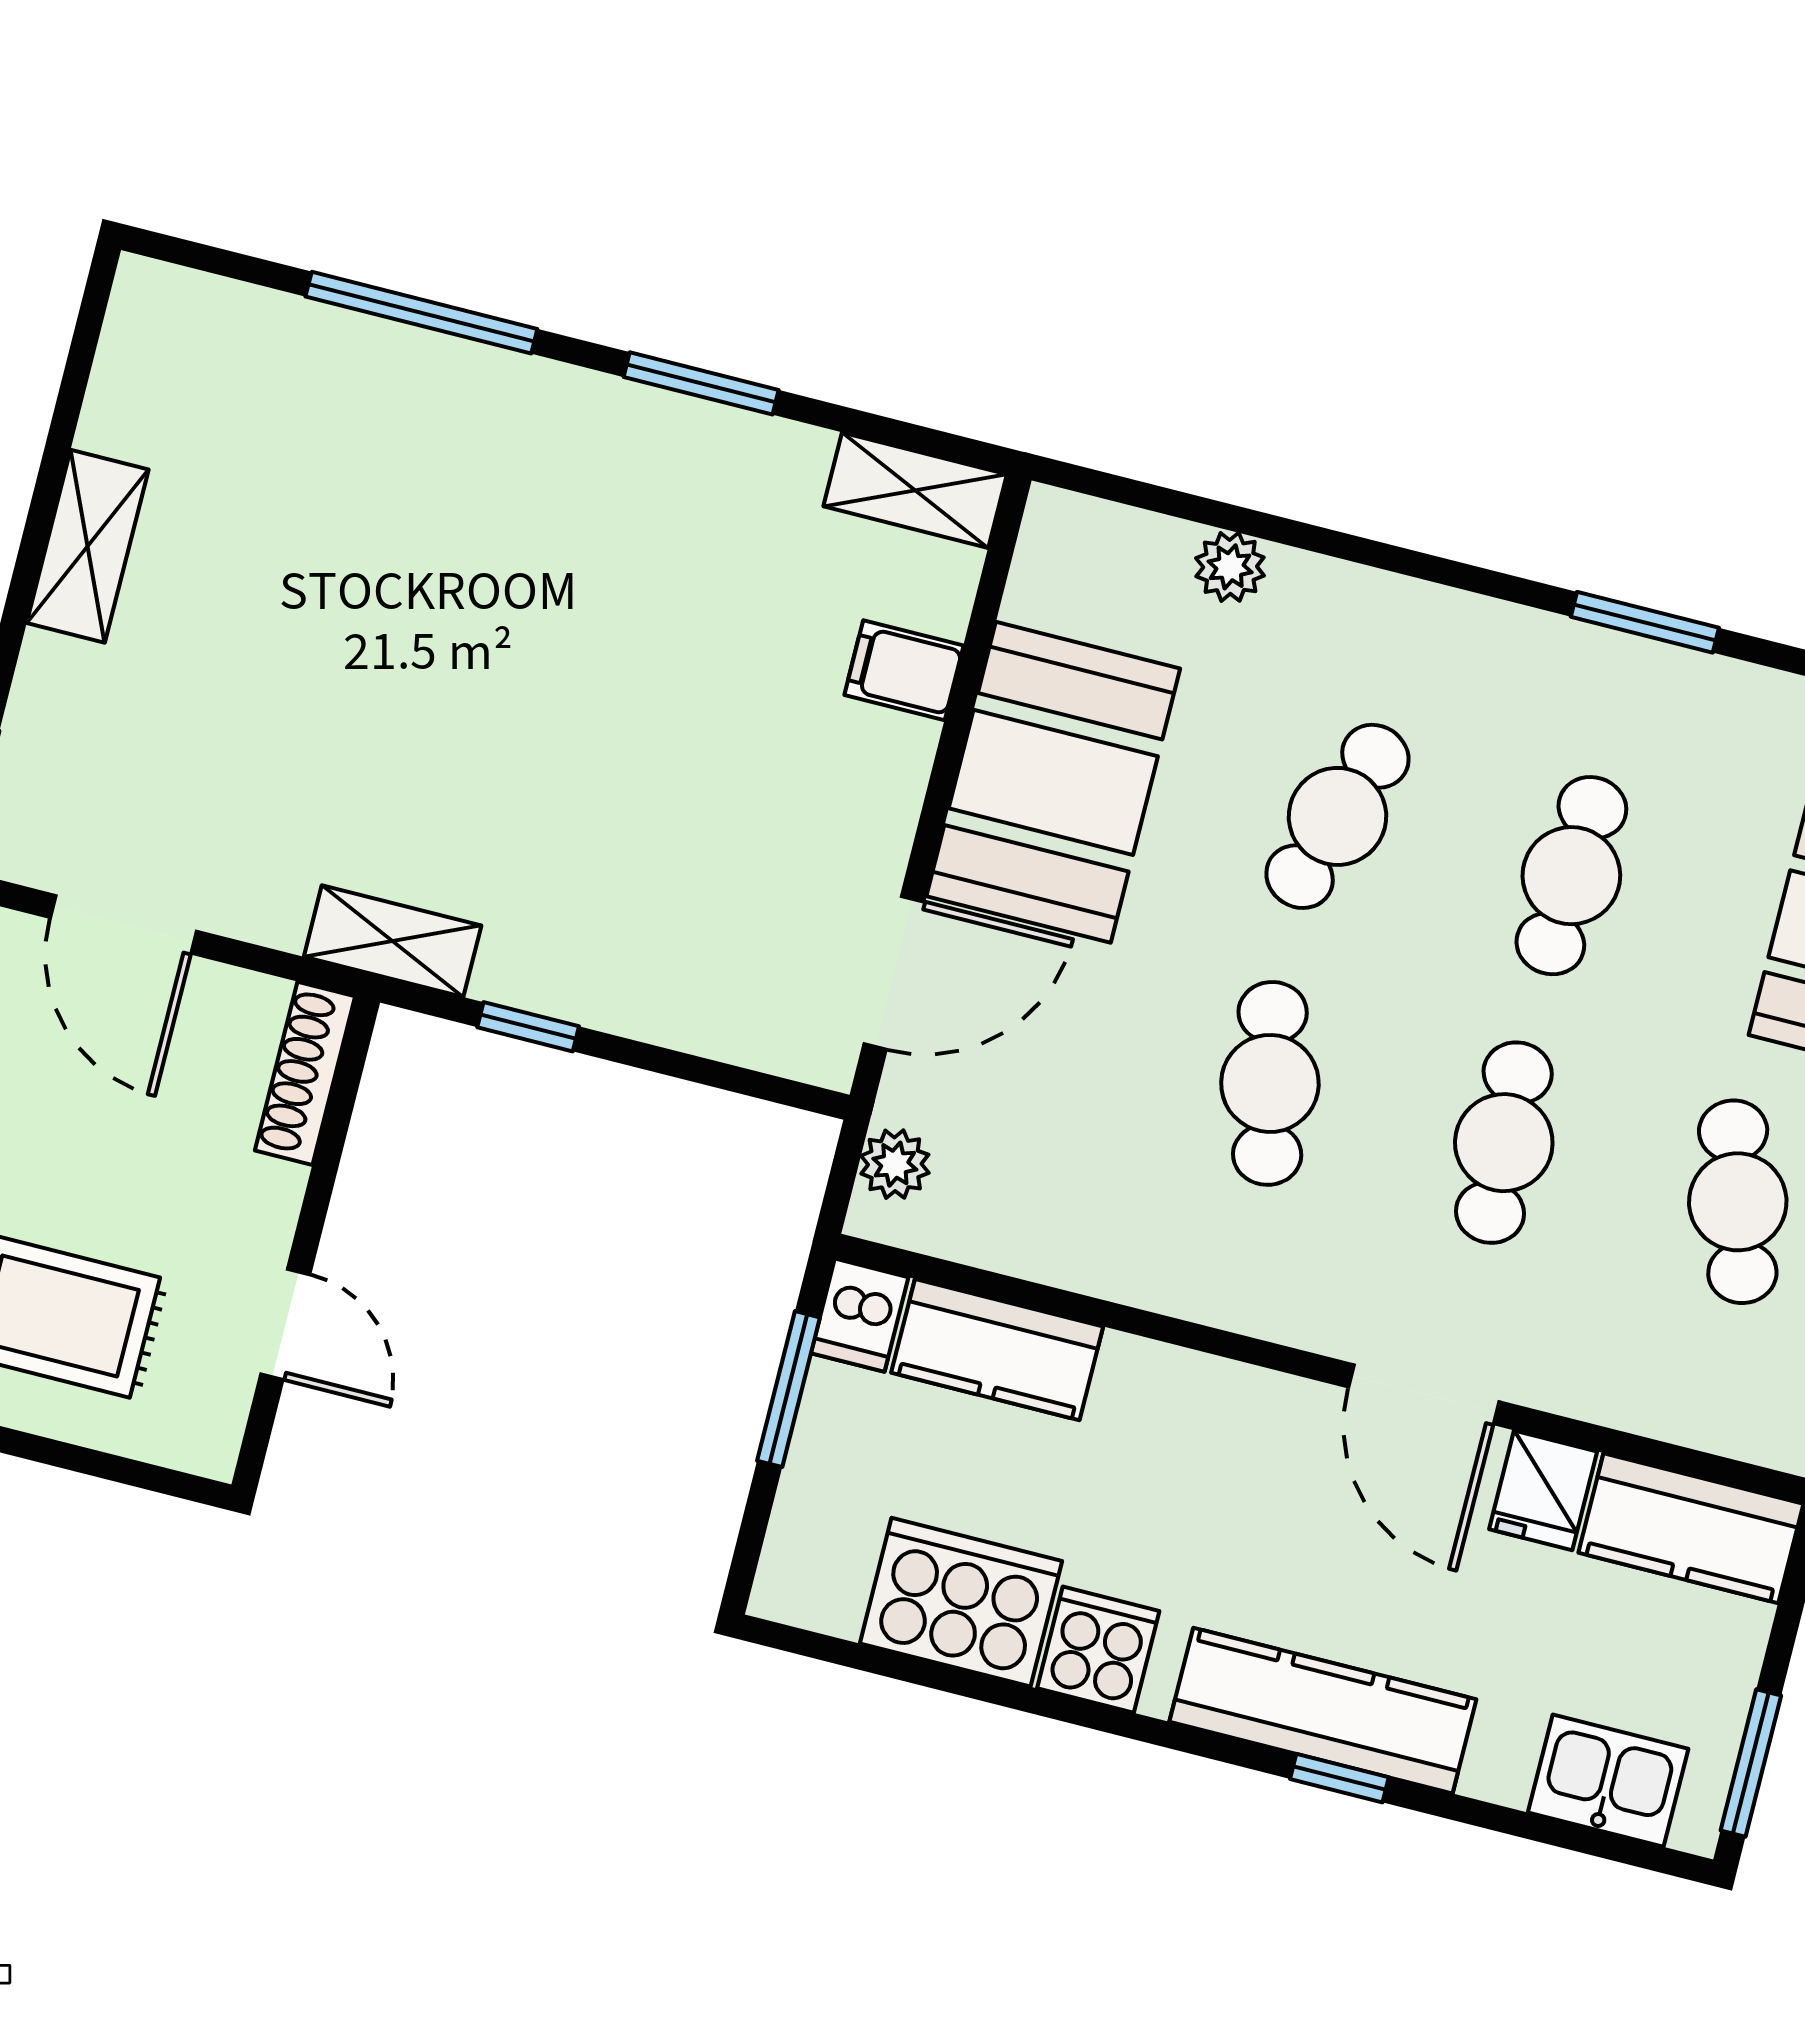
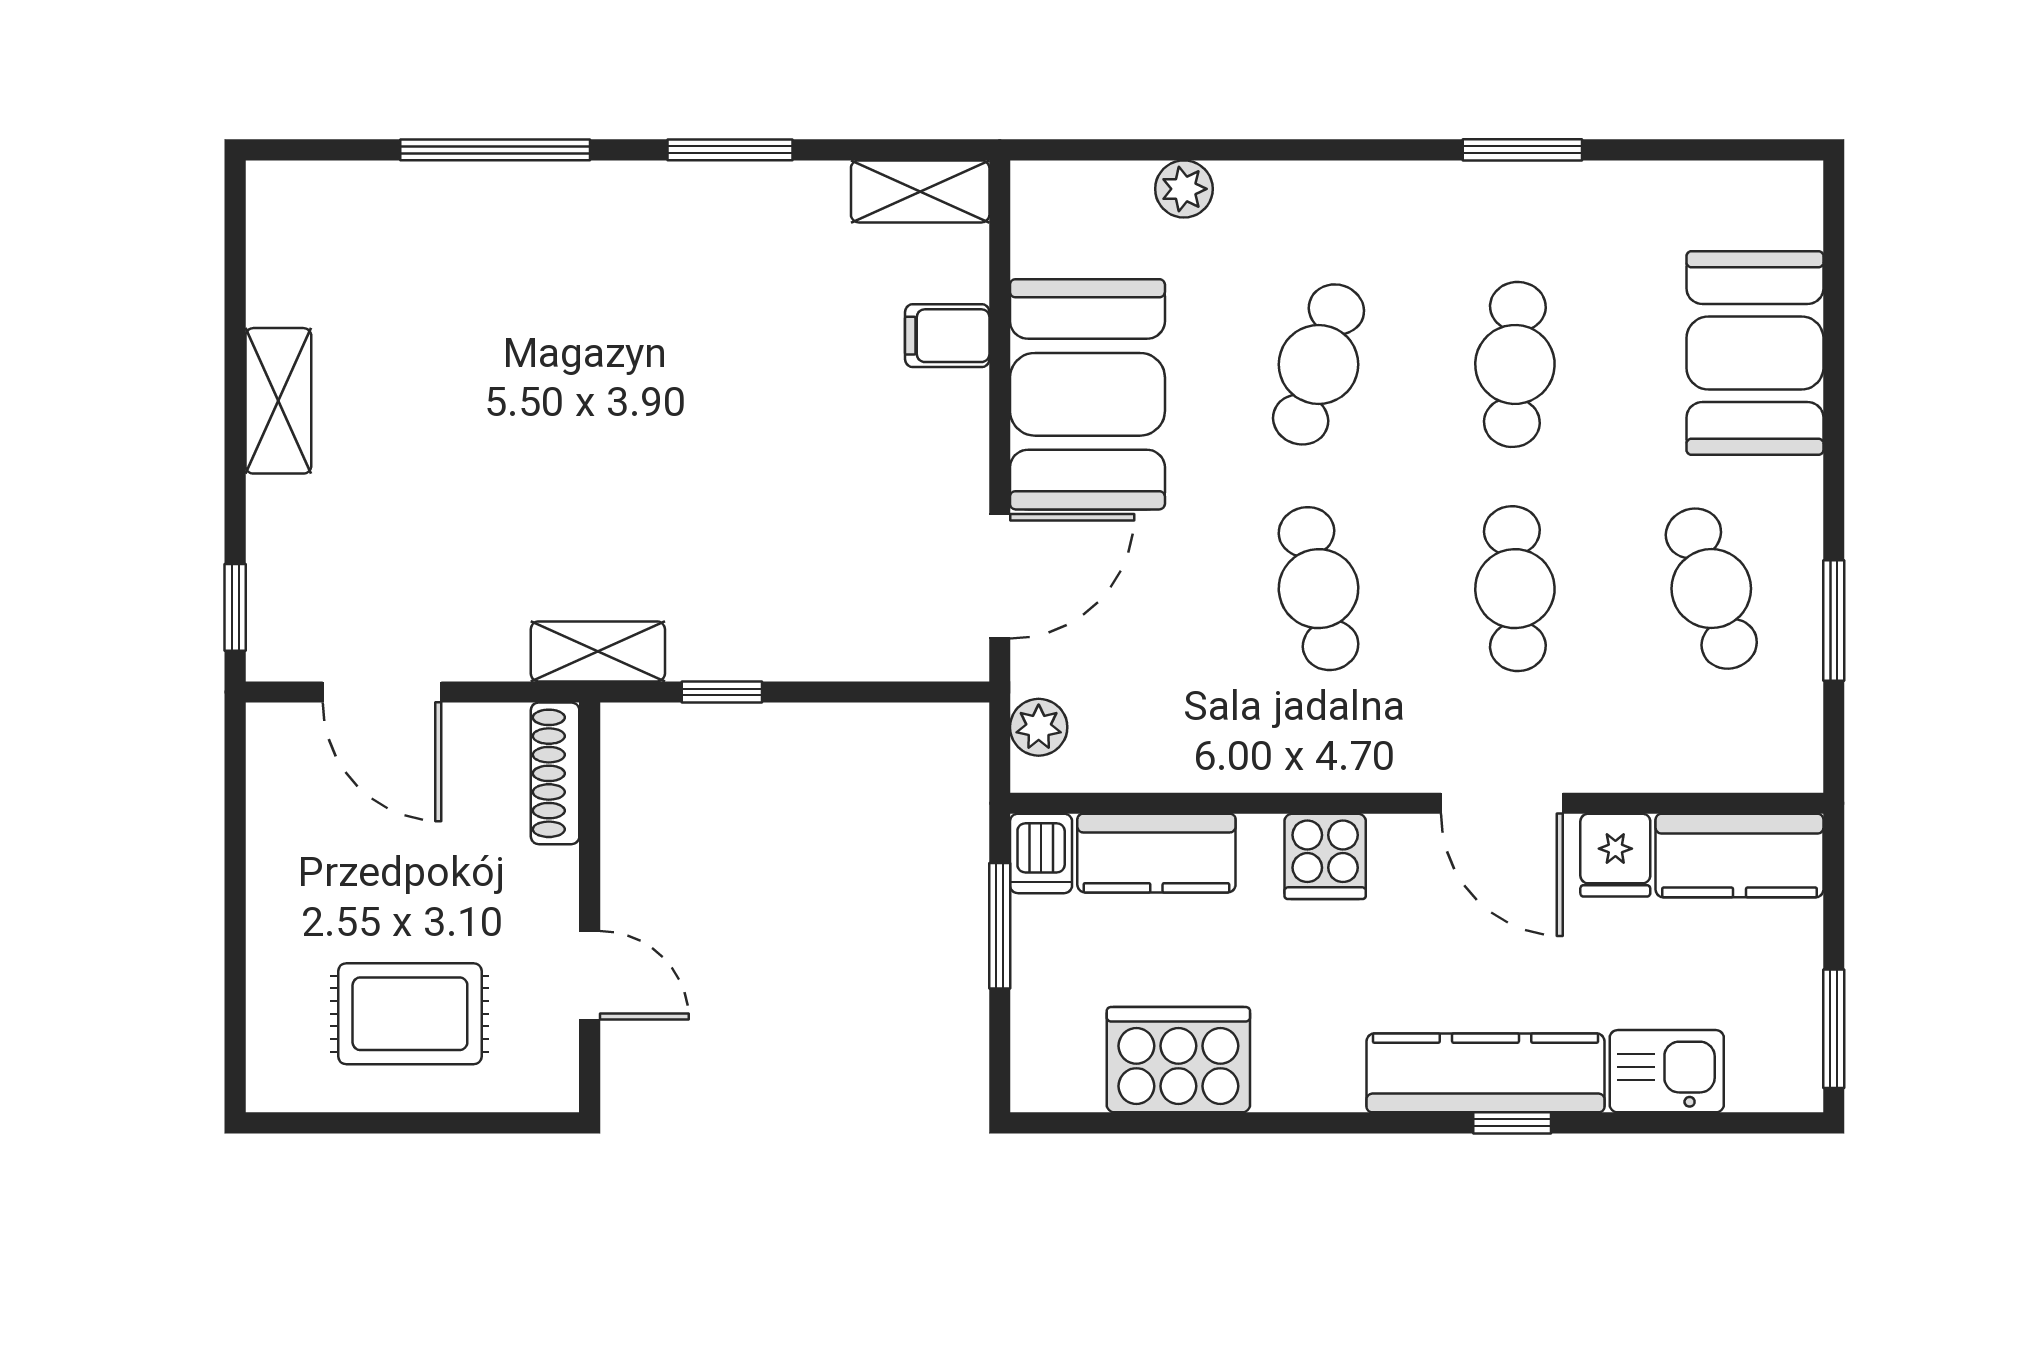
cooker: (1098, 1650) -> (1325, 856), moved, turned 180
kitchen sink: (1608, 1781) -> (1667, 1071), moved

